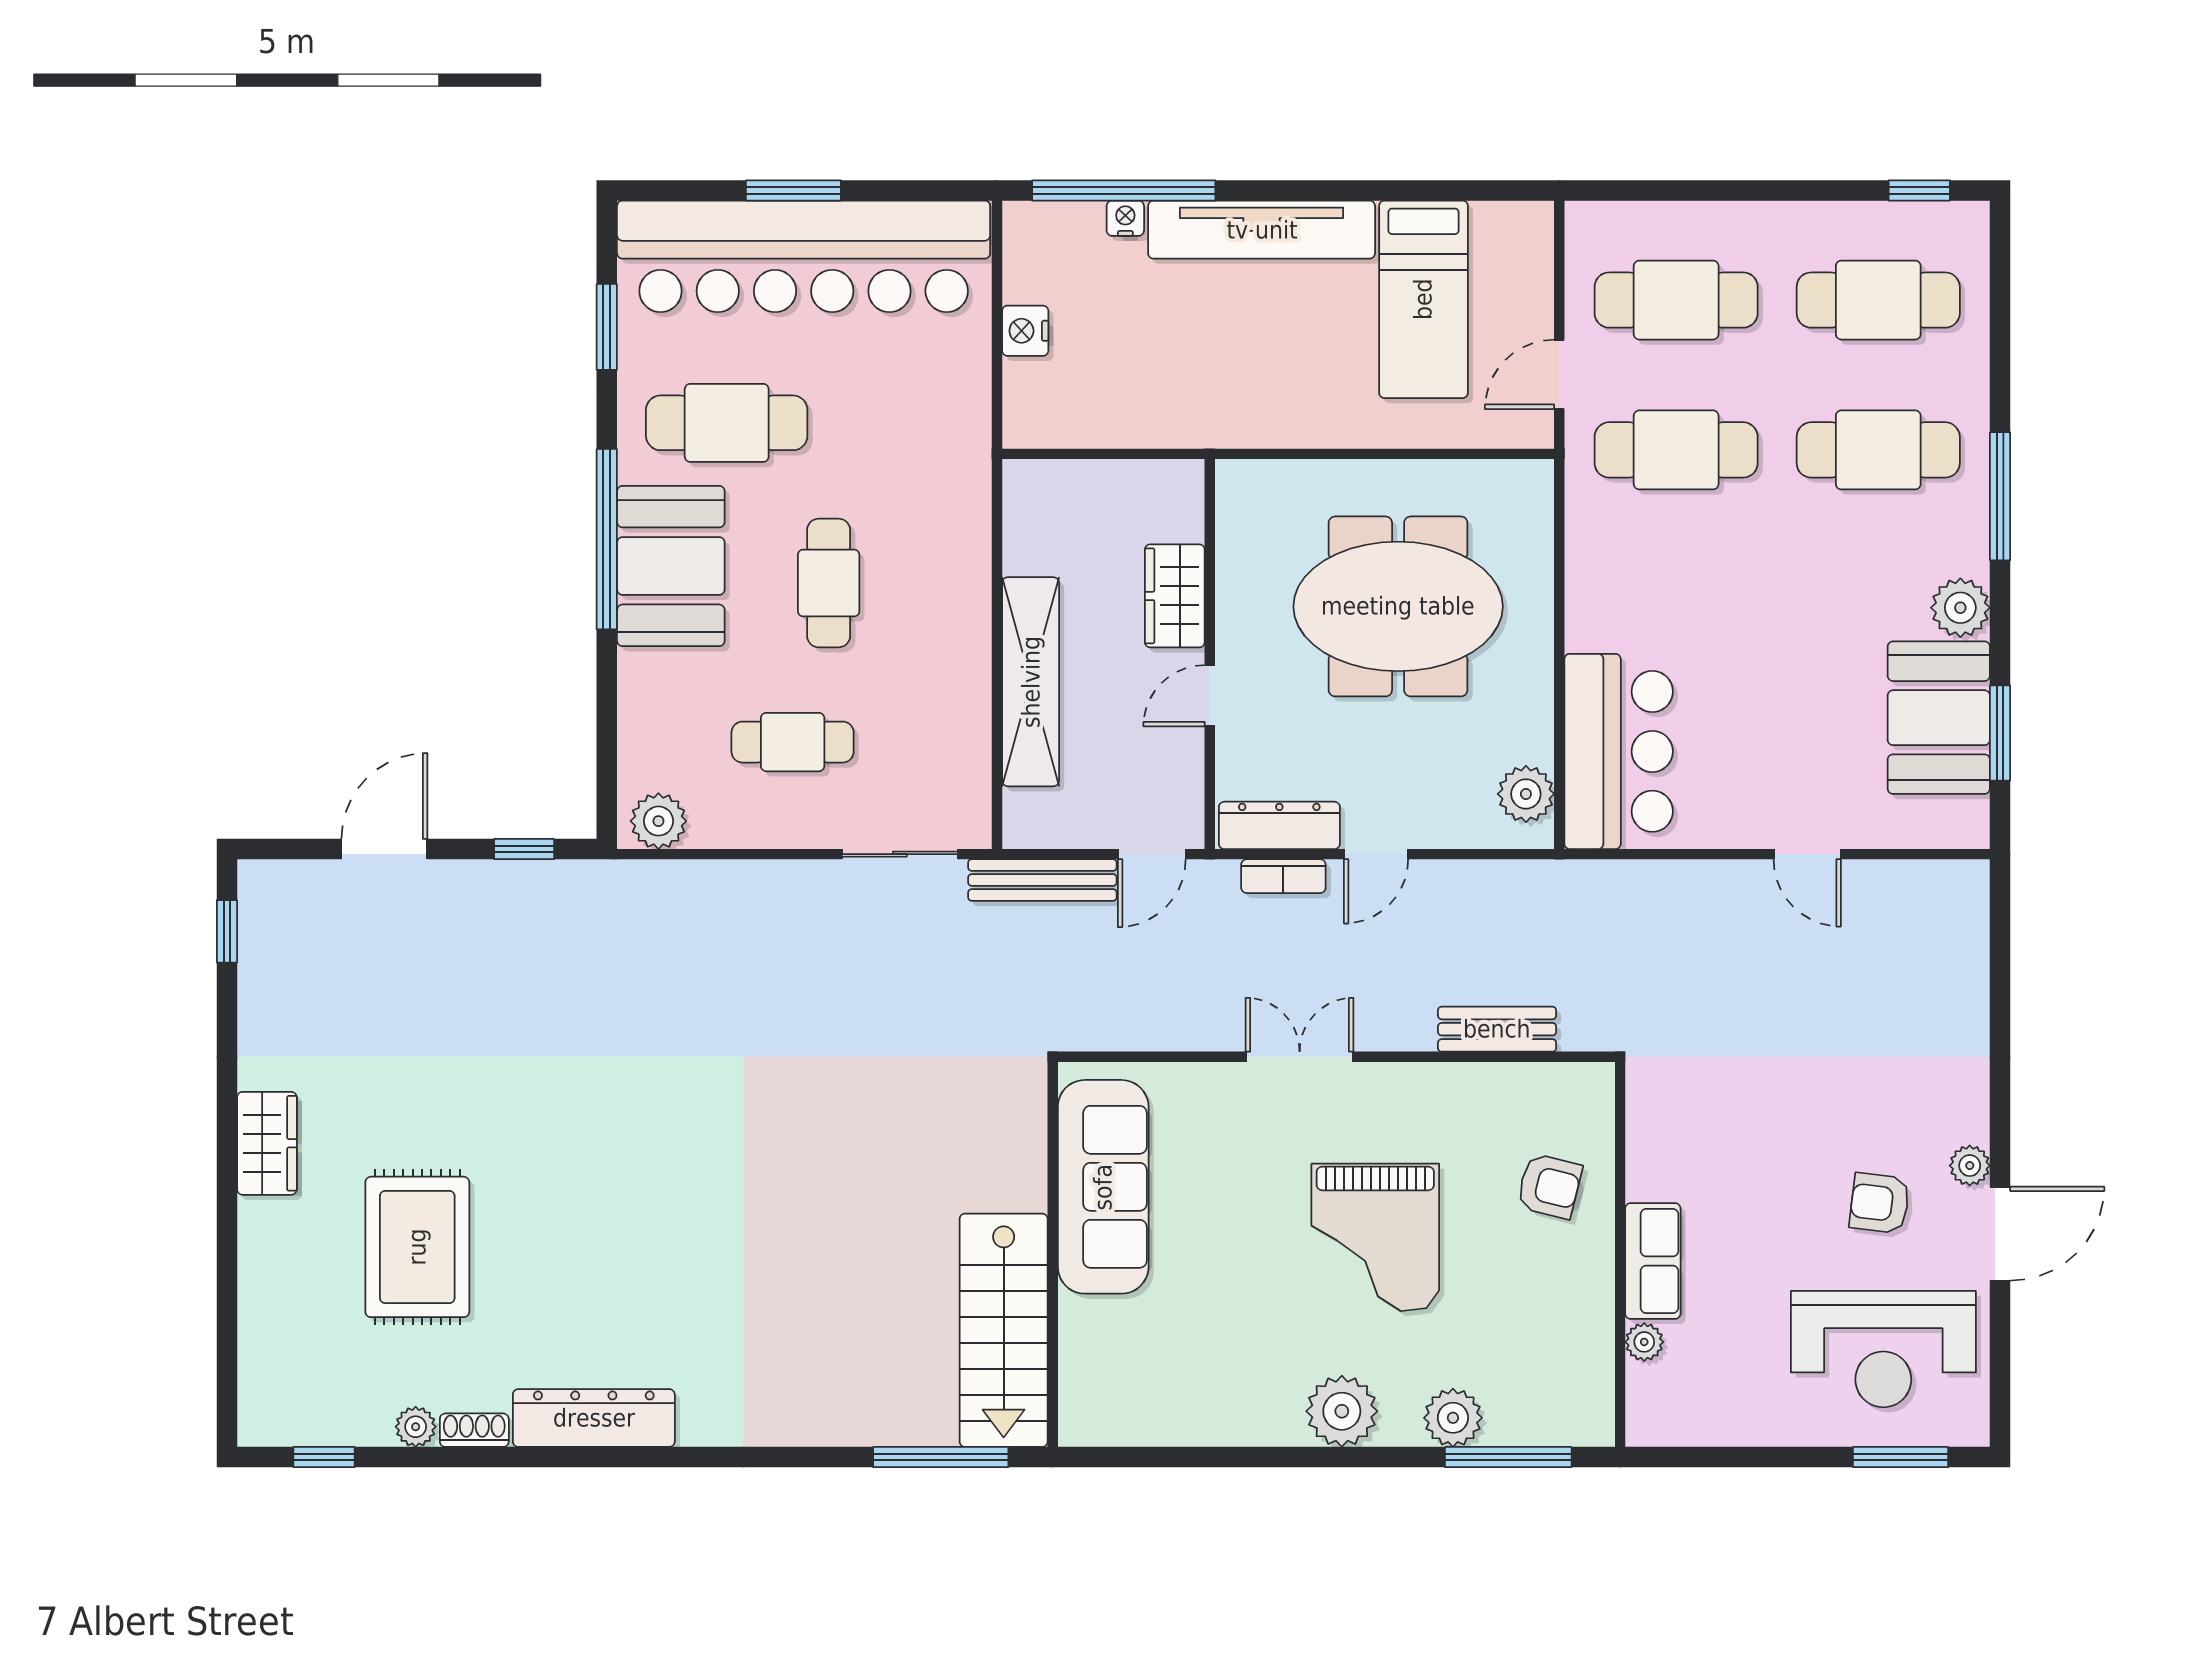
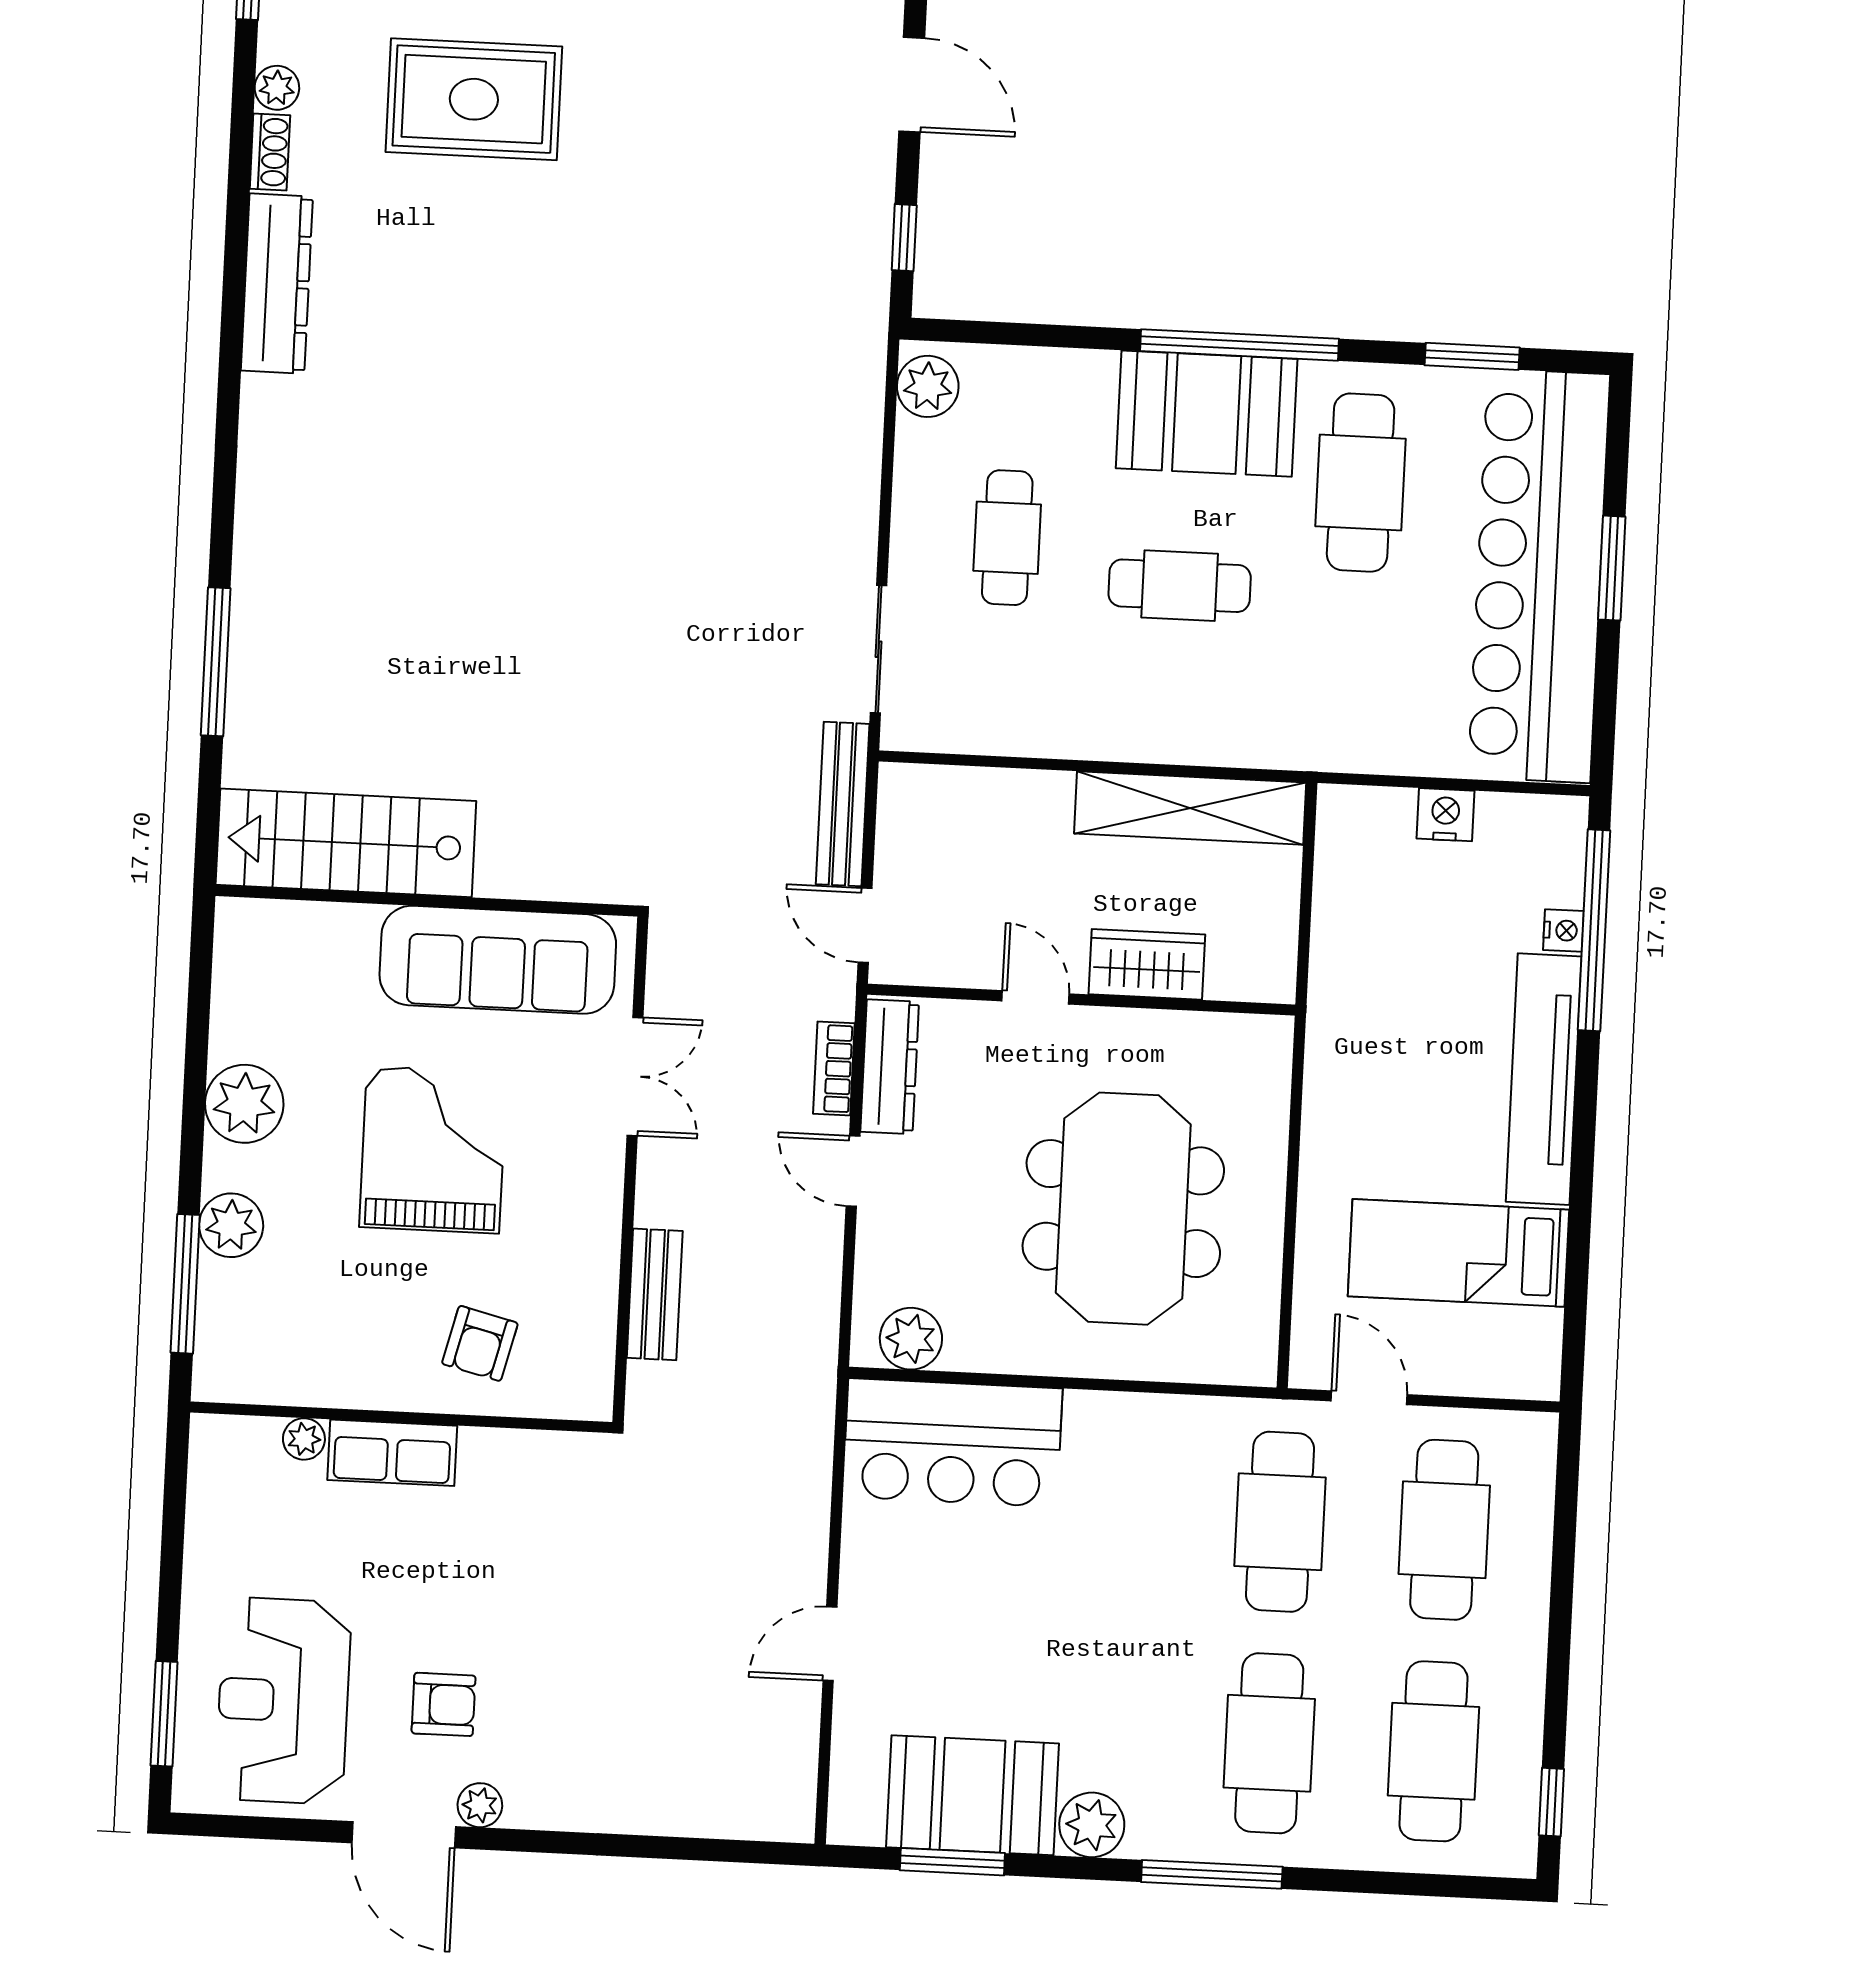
shelving: (1031, 682) -> (1190, 808), moved
sofa: (1103, 1187) -> (498, 960), moved
armchair: (1880, 1203) -> (444, 1704), turned 83
grand piano: (1375, 1237) -> (433, 1150), turned 90
wall: (1053, 1254) -> (426, 901), moved
stairs: (1004, 1330) -> (346, 843), moved

